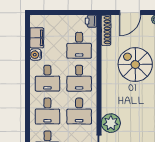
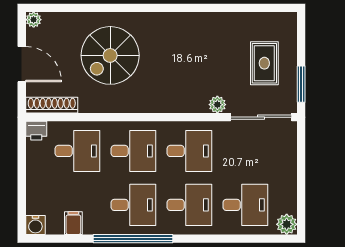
filing cabinet: (37, 38) -> (73, 223), width x0.50
water cooler: (36, 55) -> (35, 225), moved
window: (28, 78) -> (133, 239), added
plant: (111, 123) -> (217, 105), width x0.53, depth x0.53

